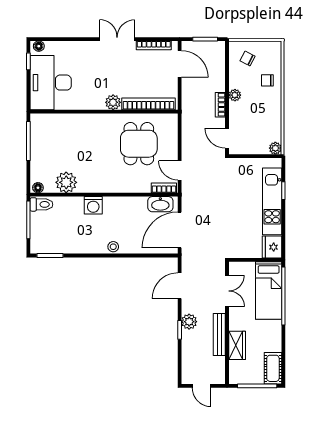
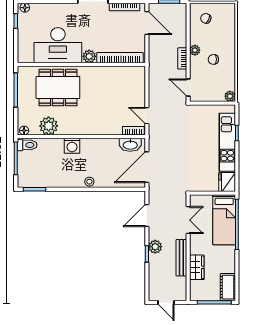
chair: (267, 80) -> (213, 59), moved
desk: (51, 83) -> (58, 45), moved, turned -90
dining table: (139, 144) -> (58, 88), moved, width x1.38

